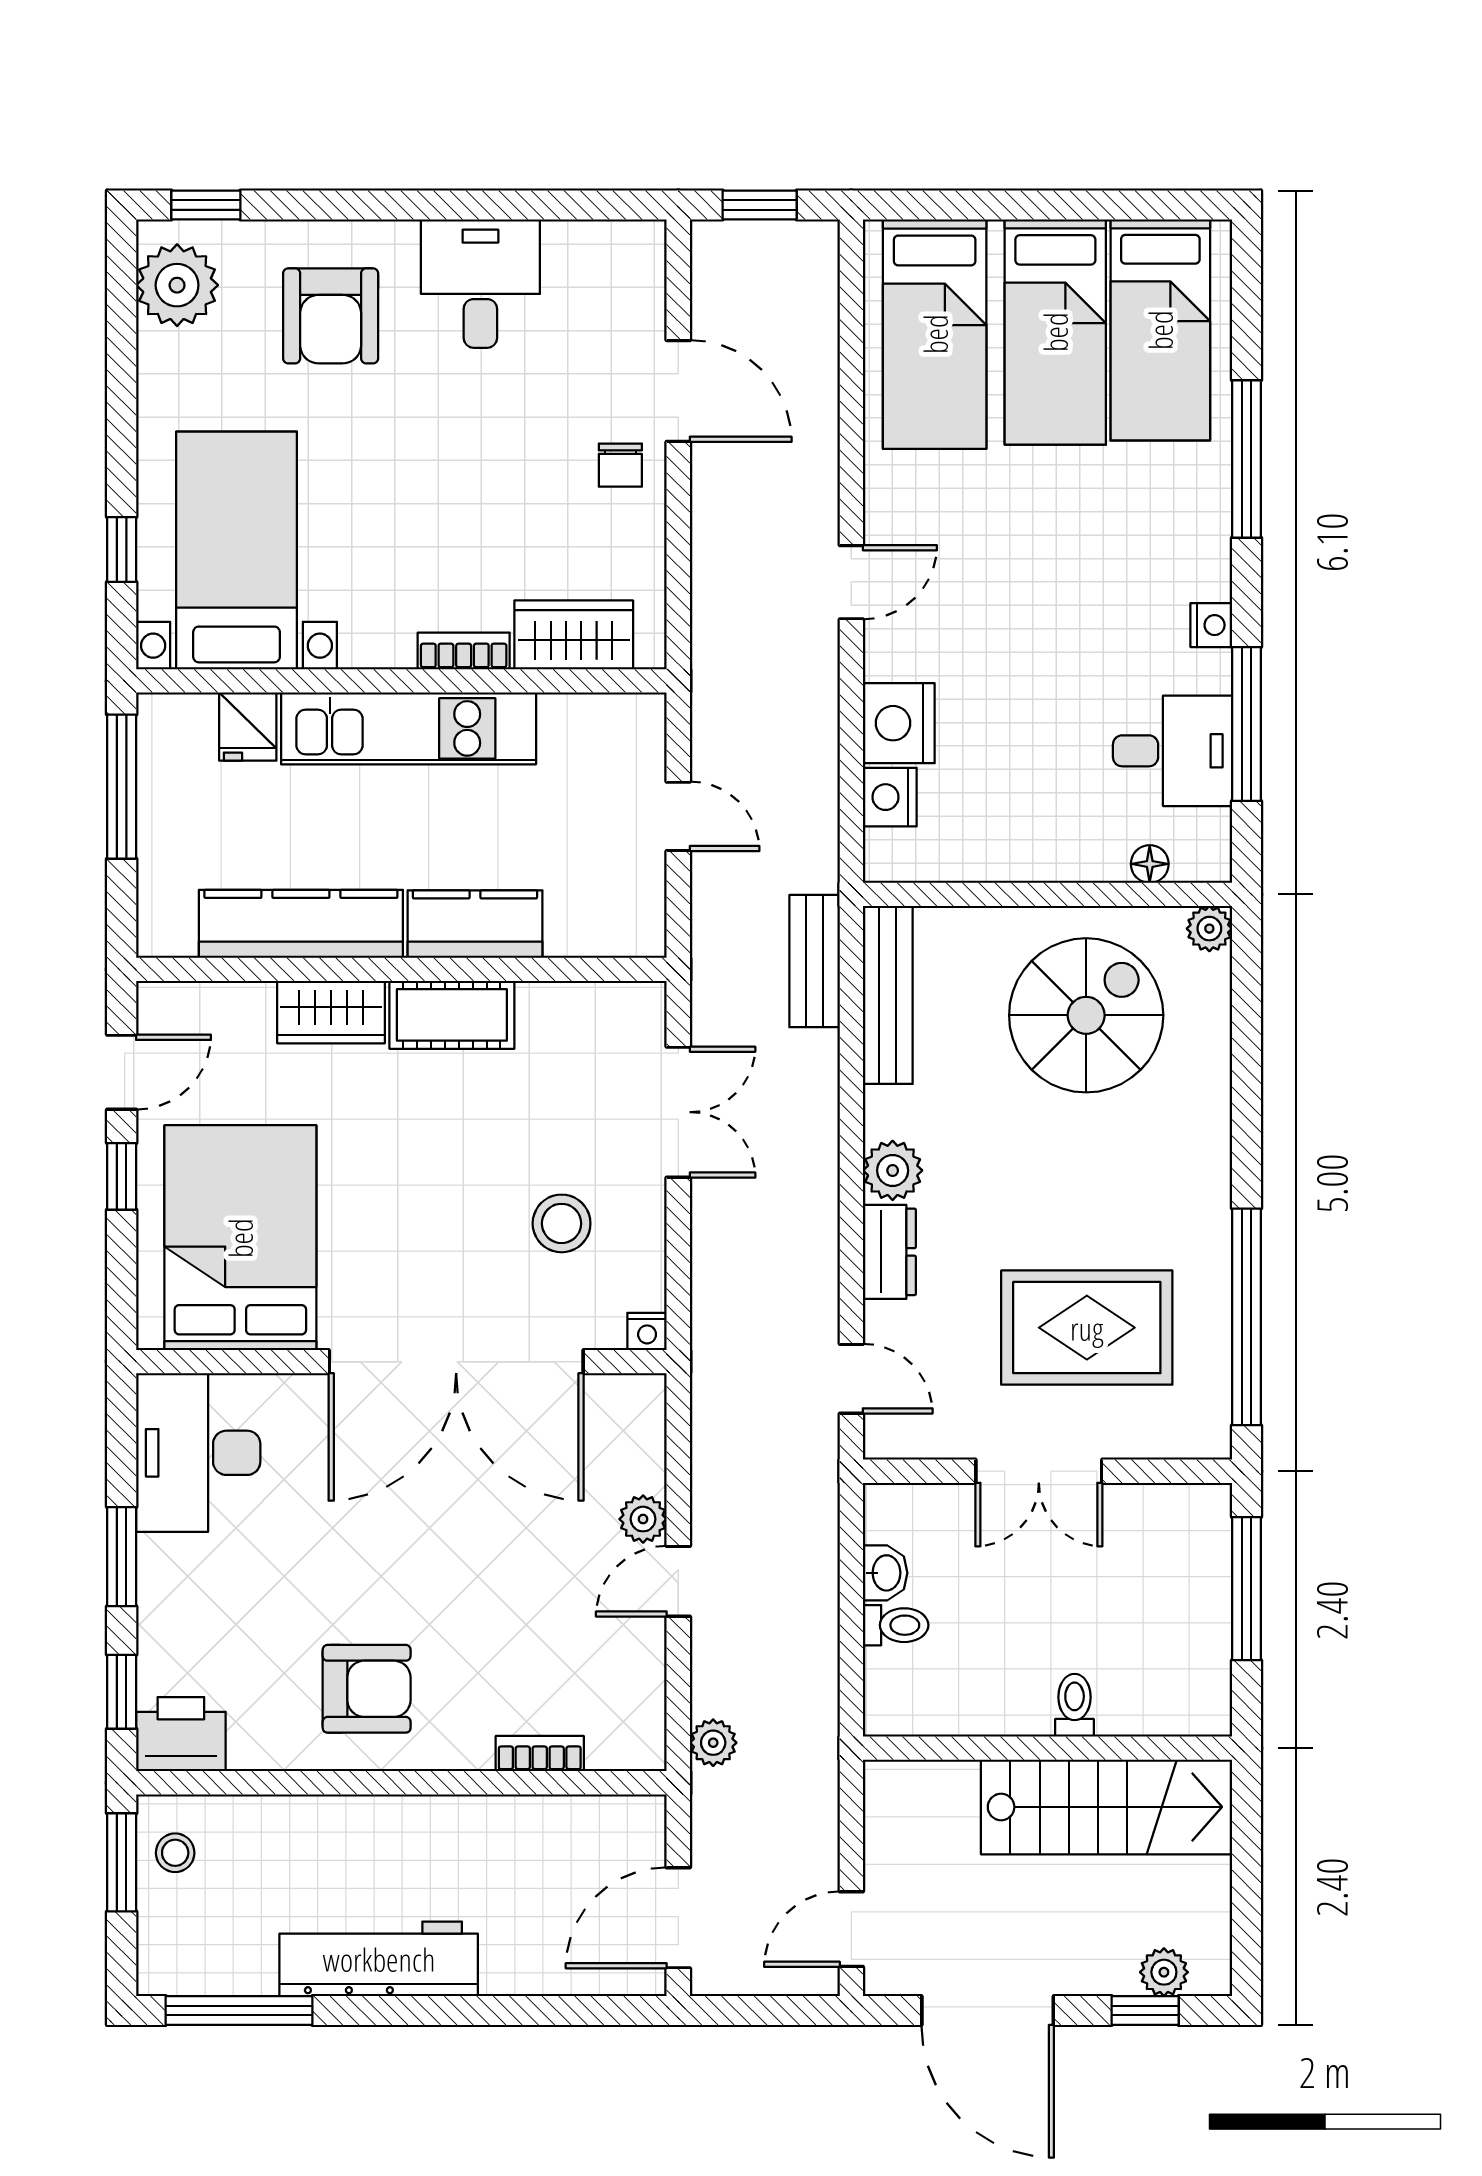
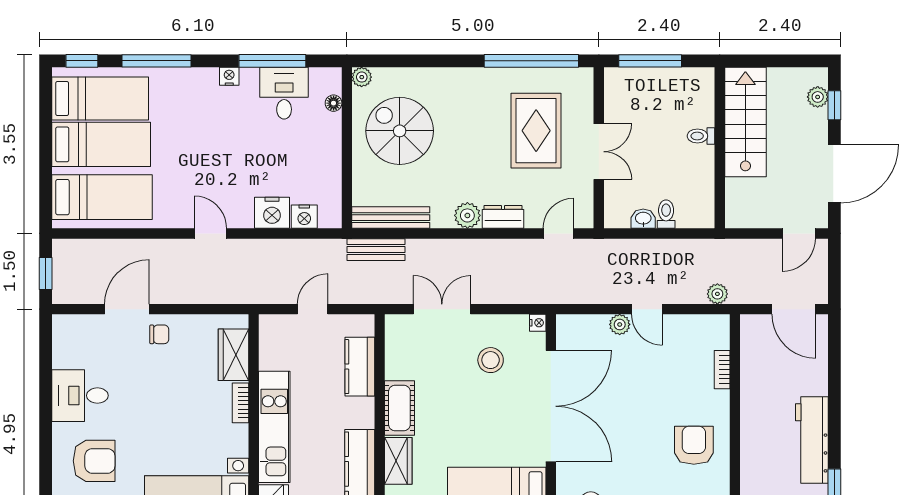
window: (1246, 288) -> (82, 61), added
kitchen counter: (475, 924) -> (360, 367), moved
door: (851, 1929) -> (799, 233), hinge flipped

